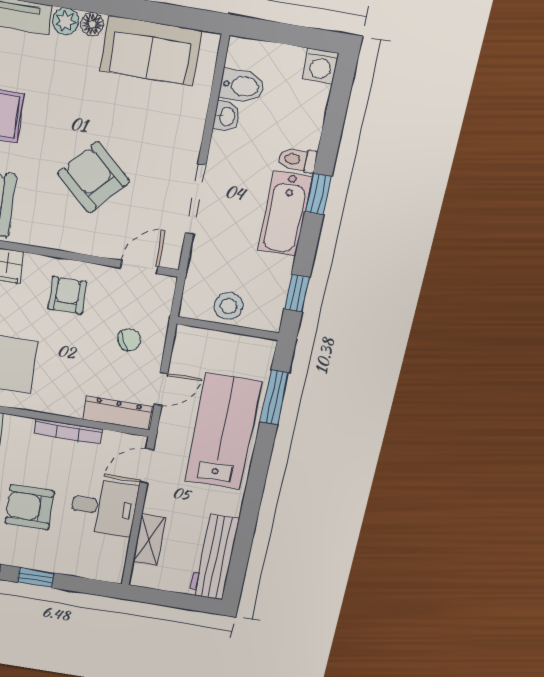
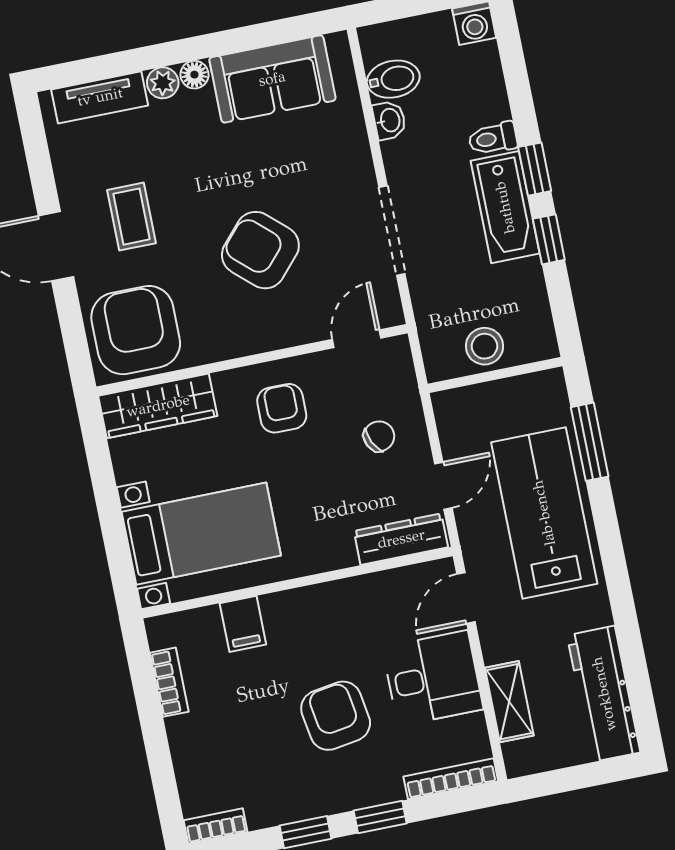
window: (297, 293) -> (549, 239), moved
bookcase: (68, 432) -> (451, 779), moved, turned 180
armchair: (30, 507) -> (336, 716), turned 81

